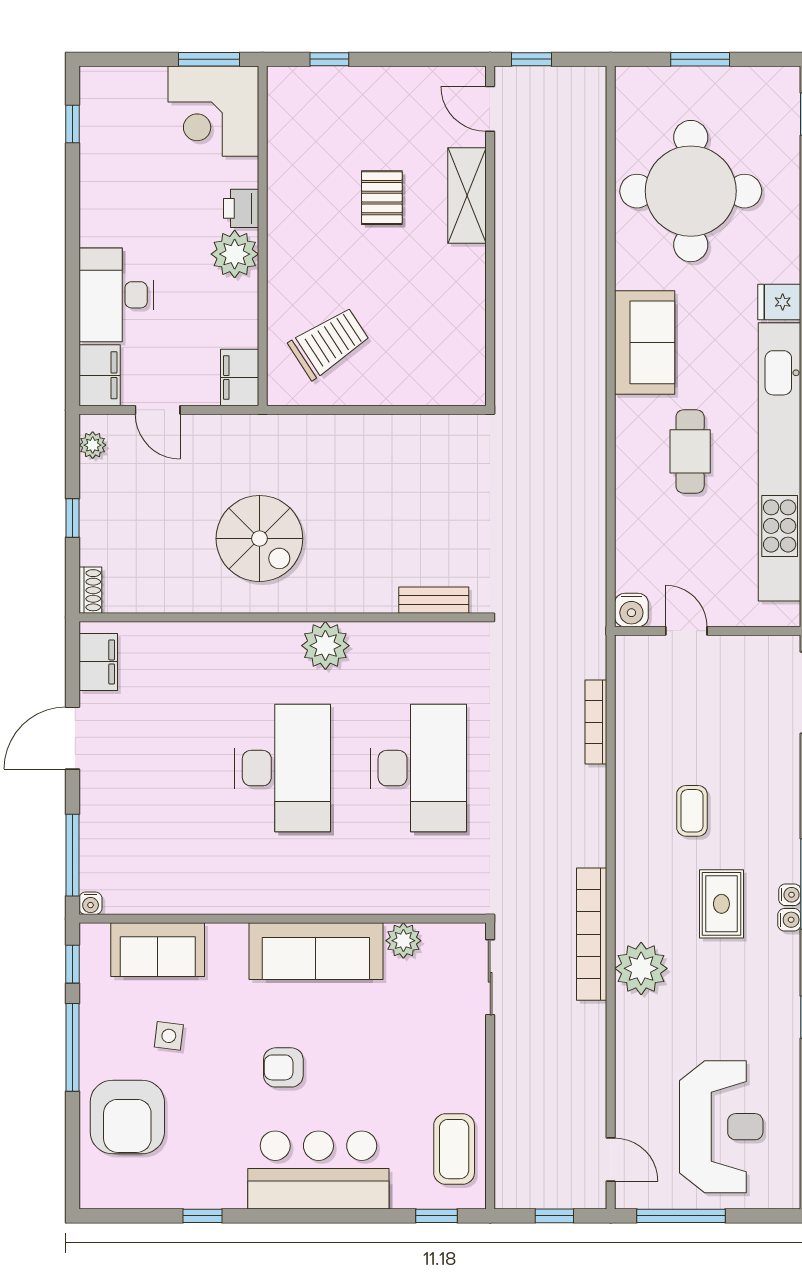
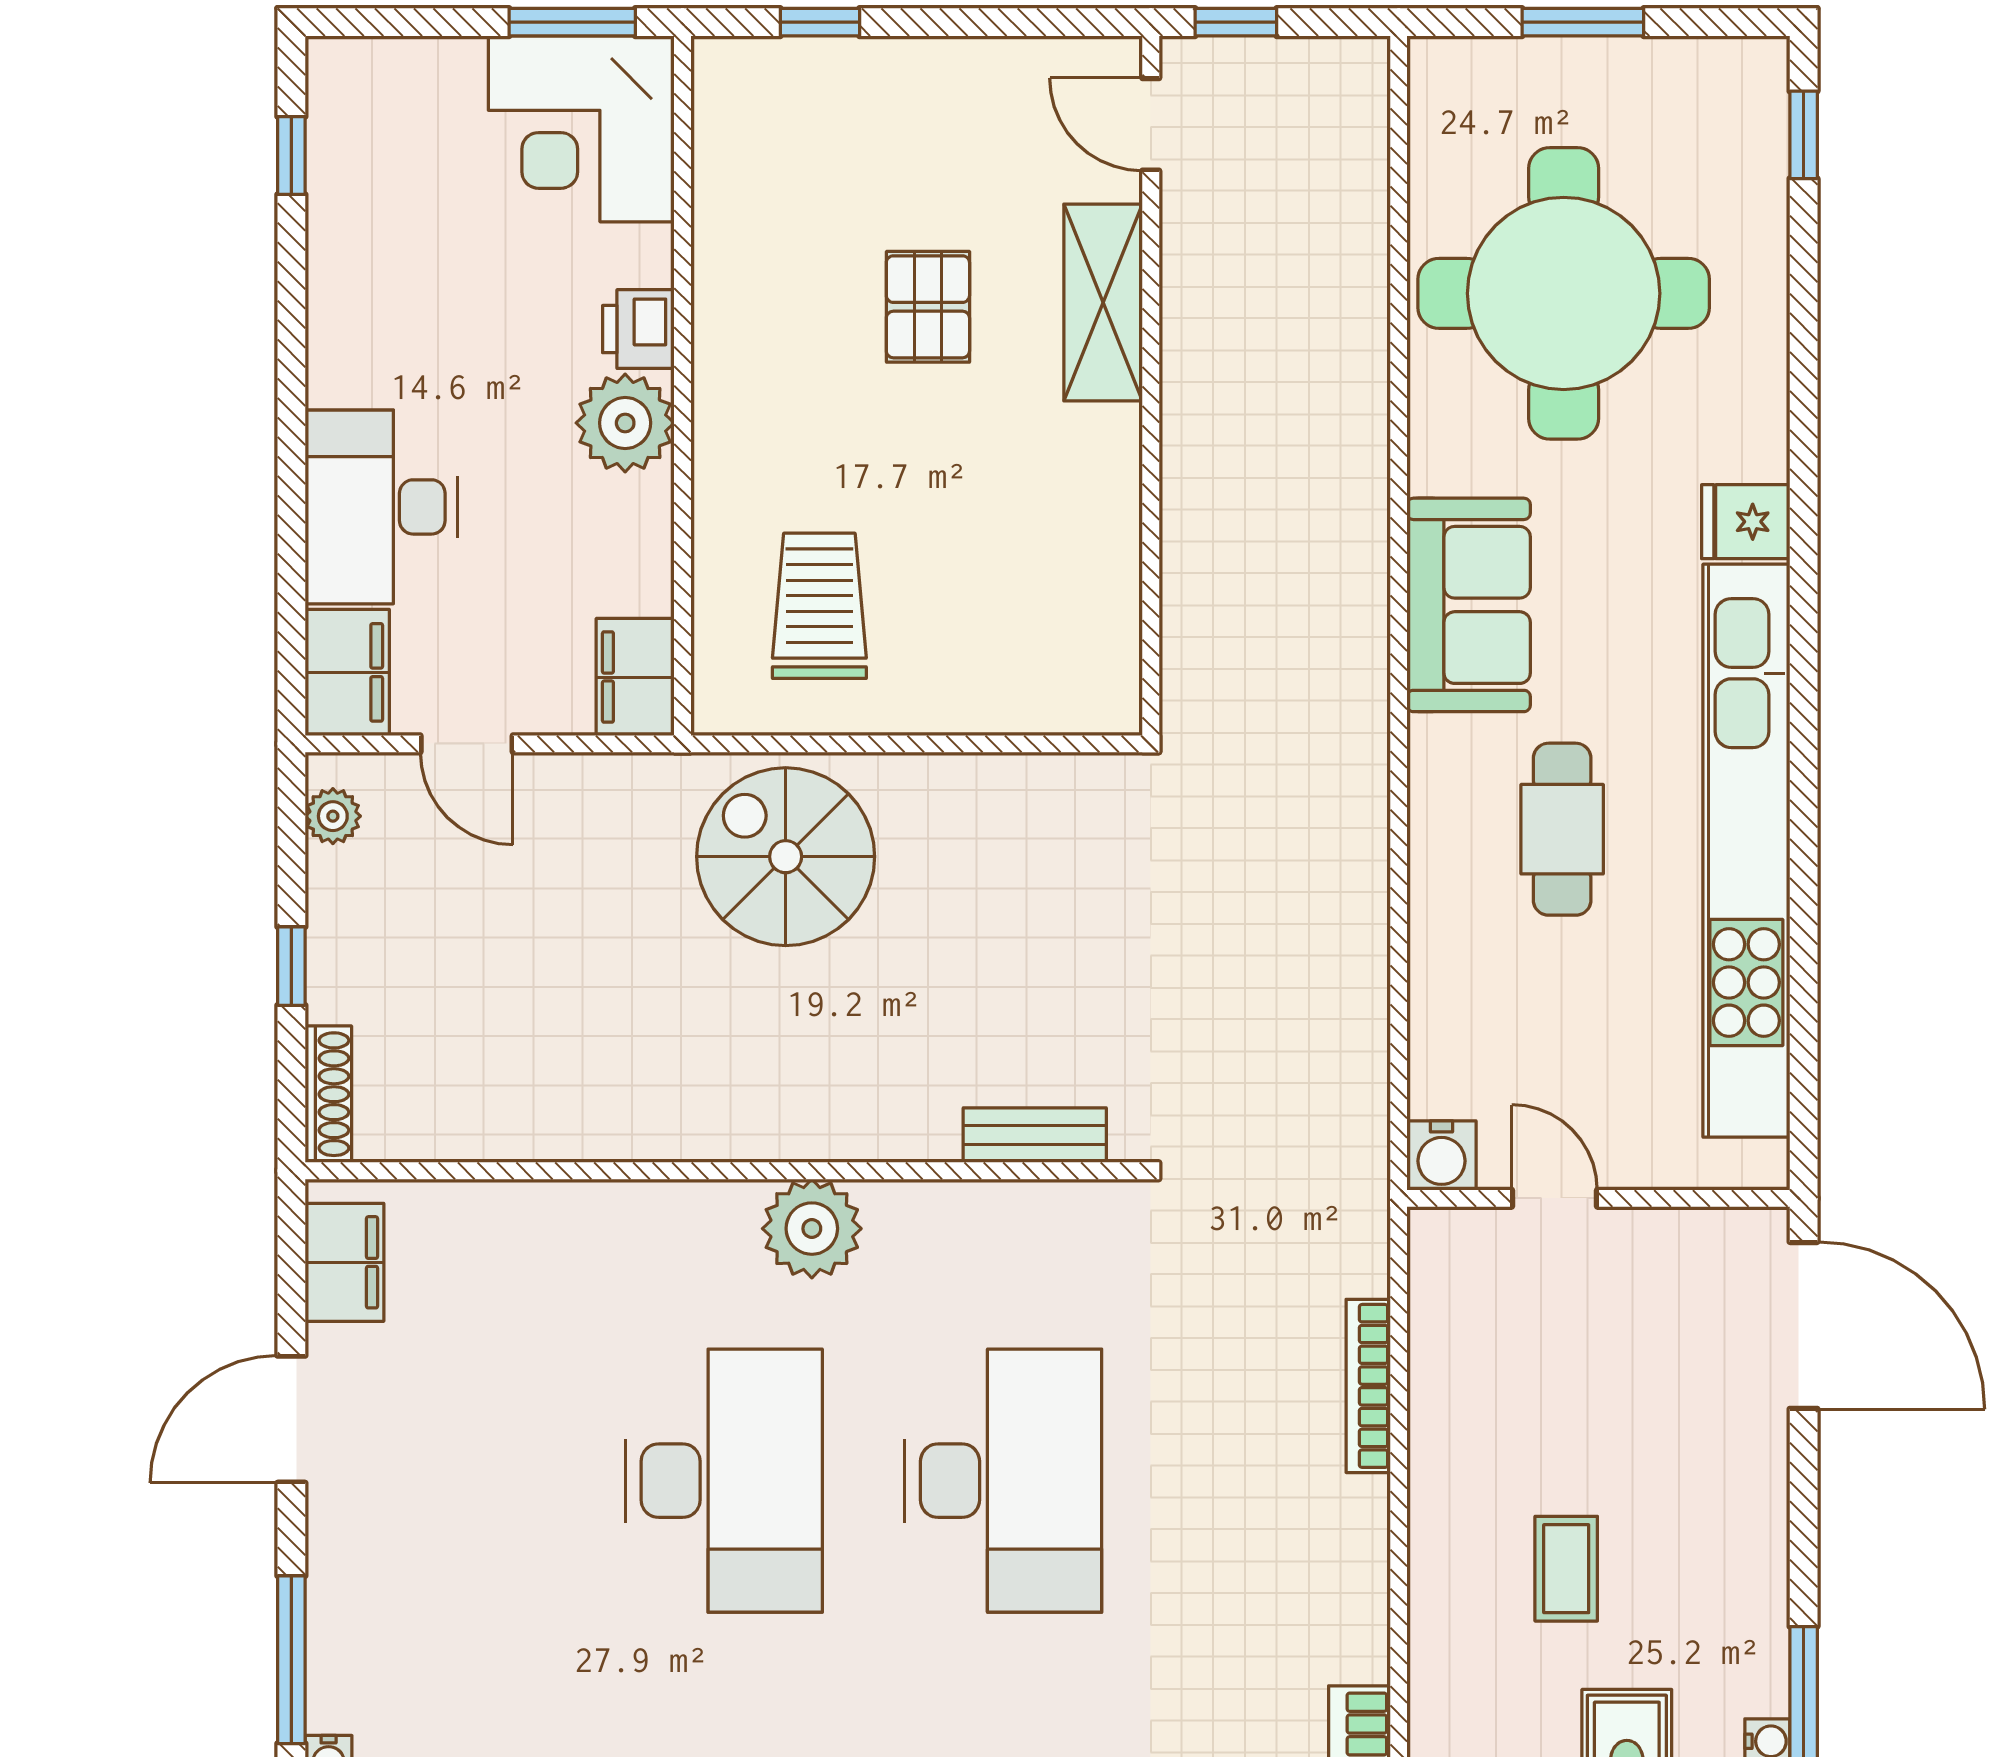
trolley: (329, 343) -> (819, 606), turned -57
spiral stairs: (259, 539) -> (786, 857), moved, turned 180
shoe rack: (90, 590) -> (328, 1094), width x1.43

